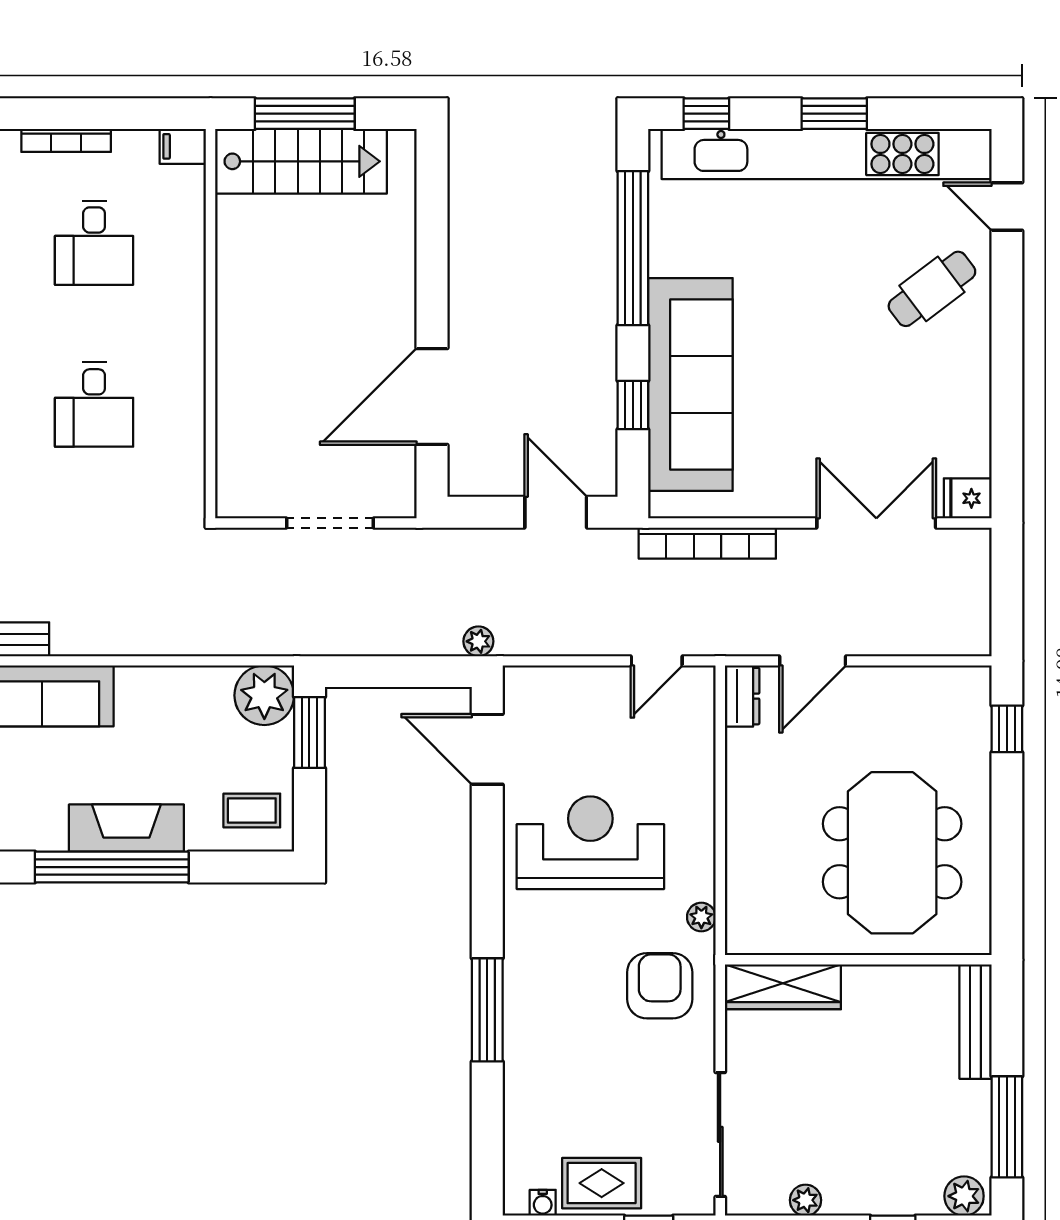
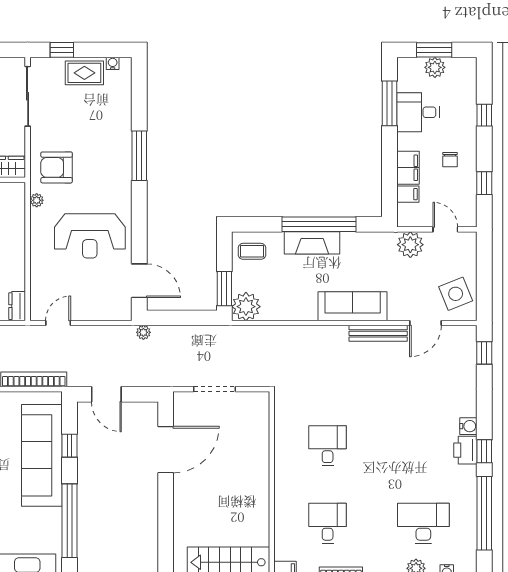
armchair: (660, 986) -> (57, 167), turned 90

